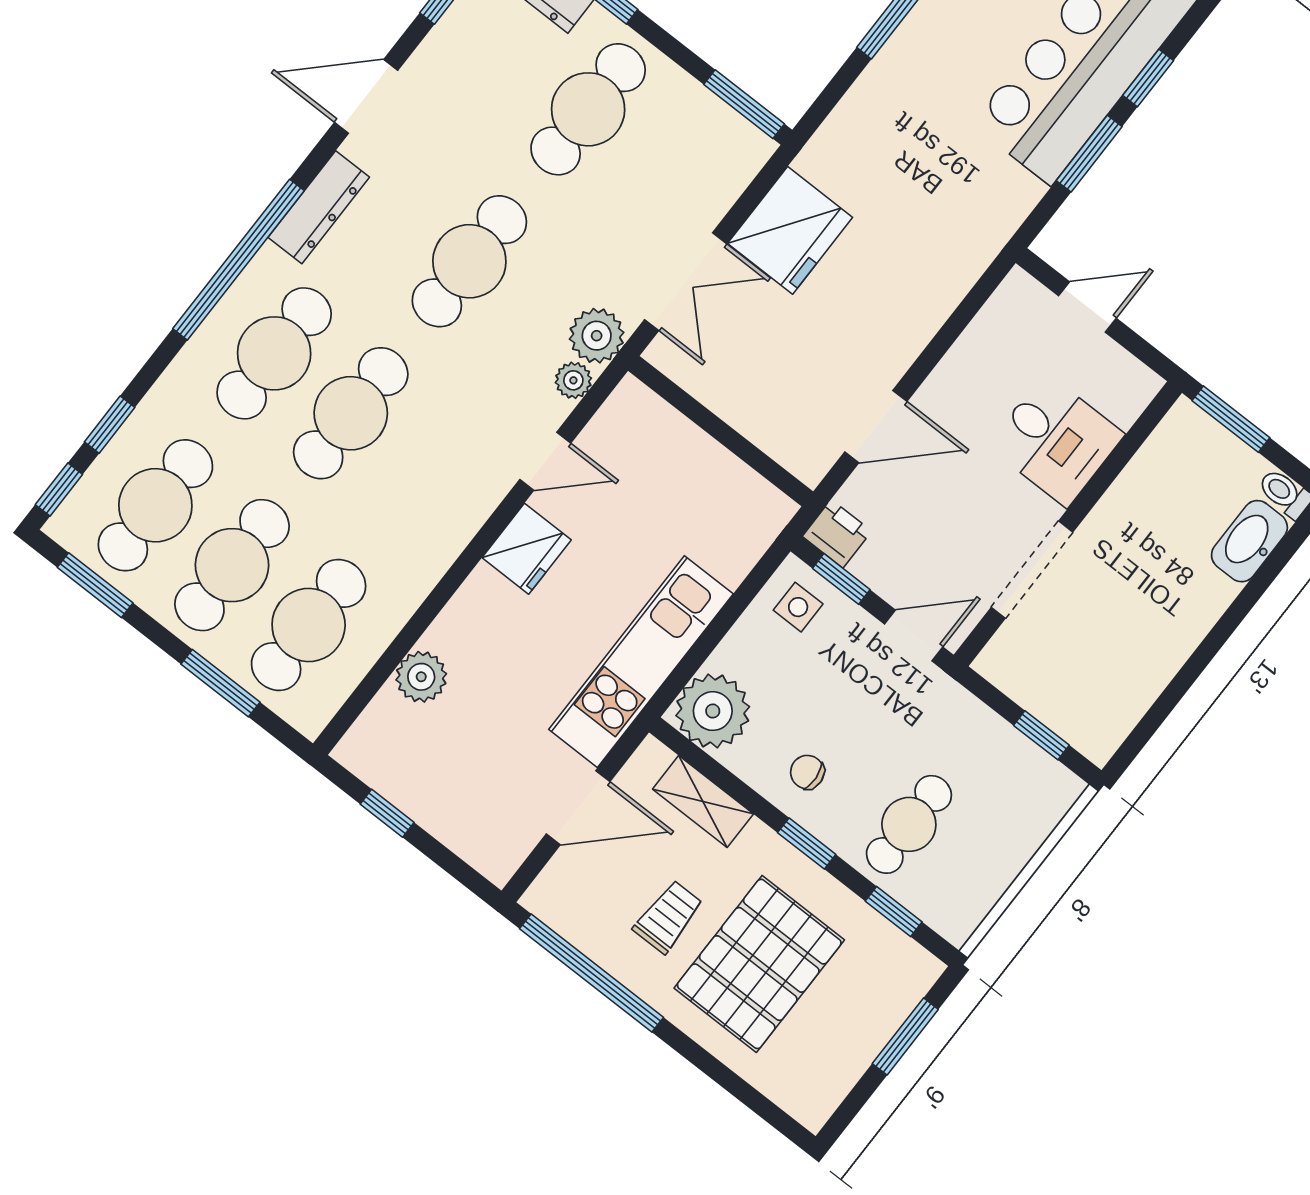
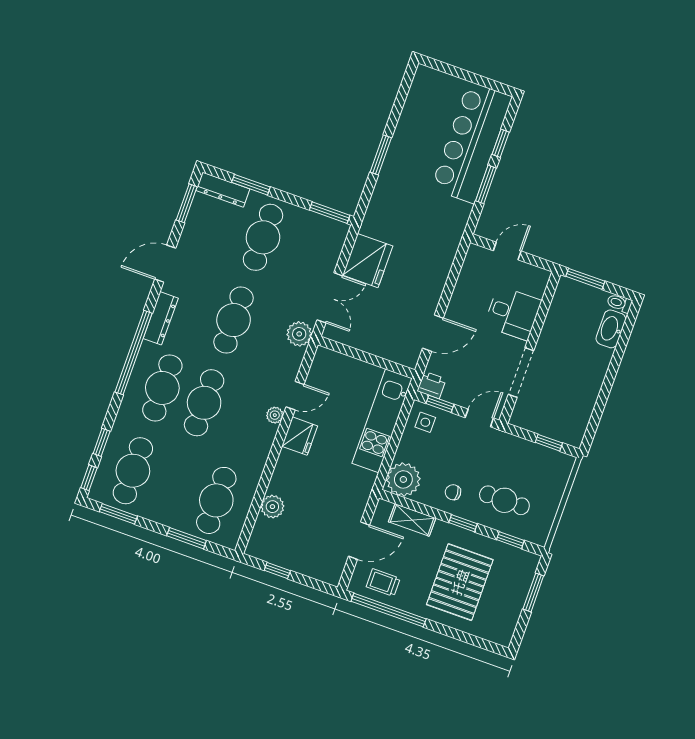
plant: (573, 380) -> (275, 415), moved
cafe table: (232, 565) -> (175, 486), removed
kitchen unit: (641, 662) -> (382, 421), moved
cafe table: (909, 824) -> (504, 500), turned 90
trolley: (668, 917) -> (383, 583), moved, turned -90

